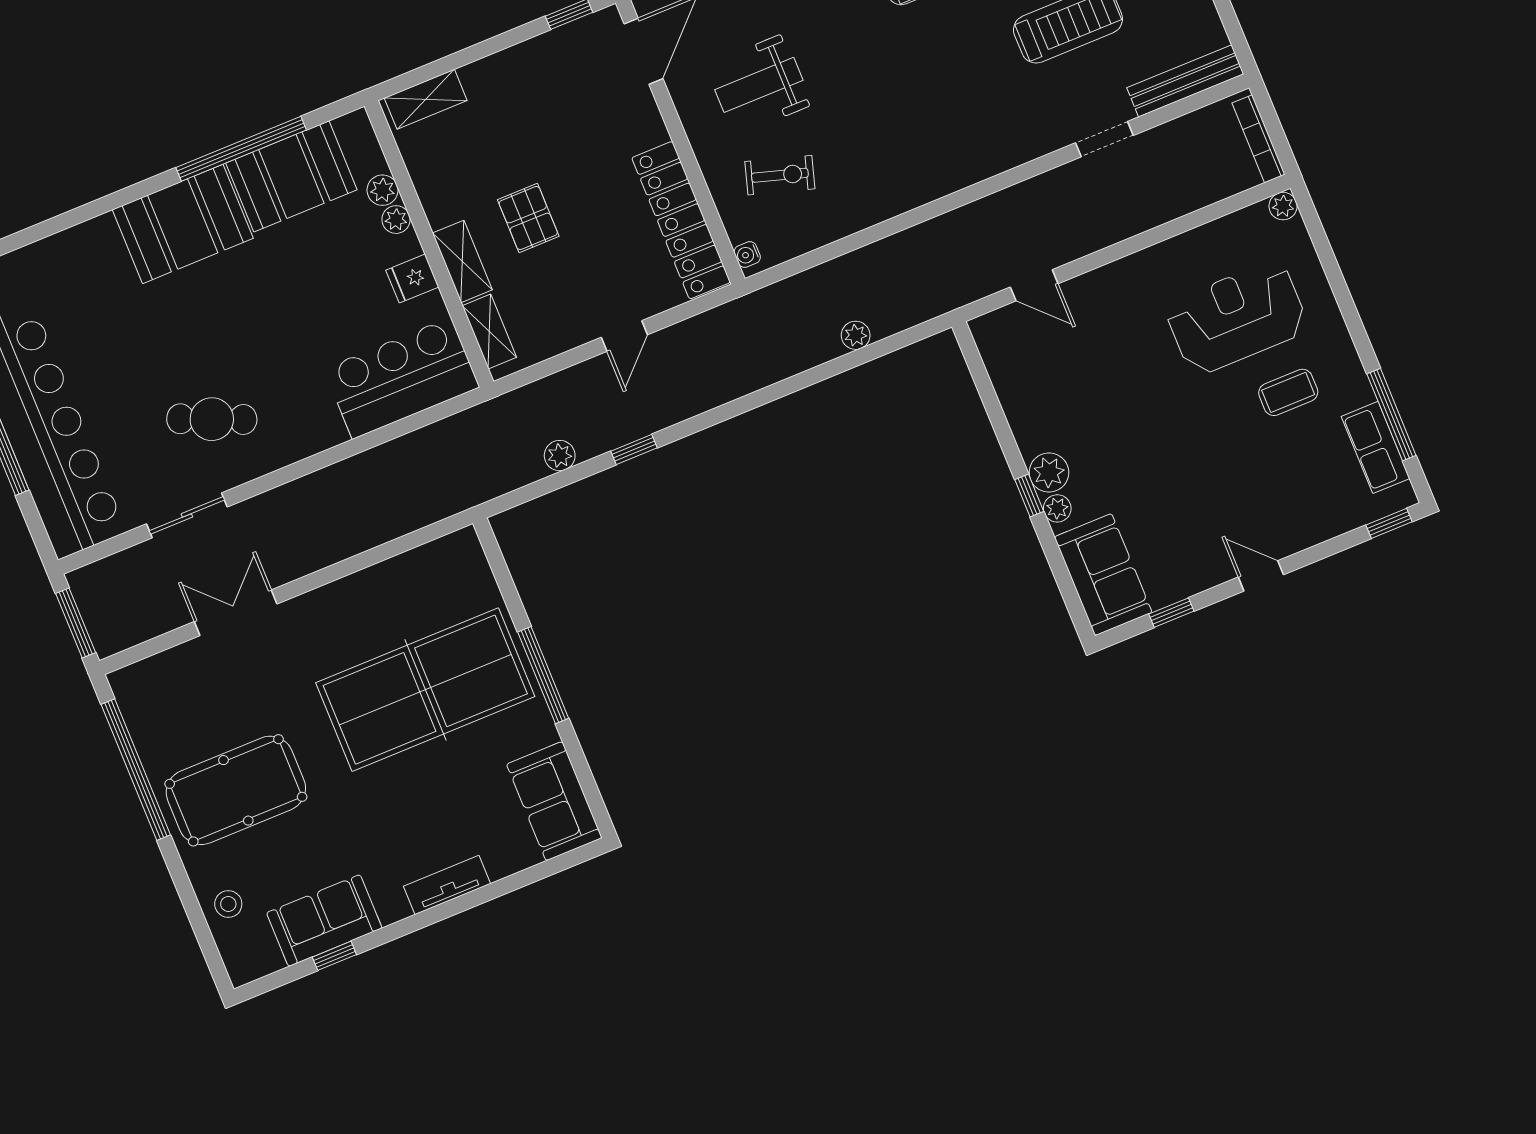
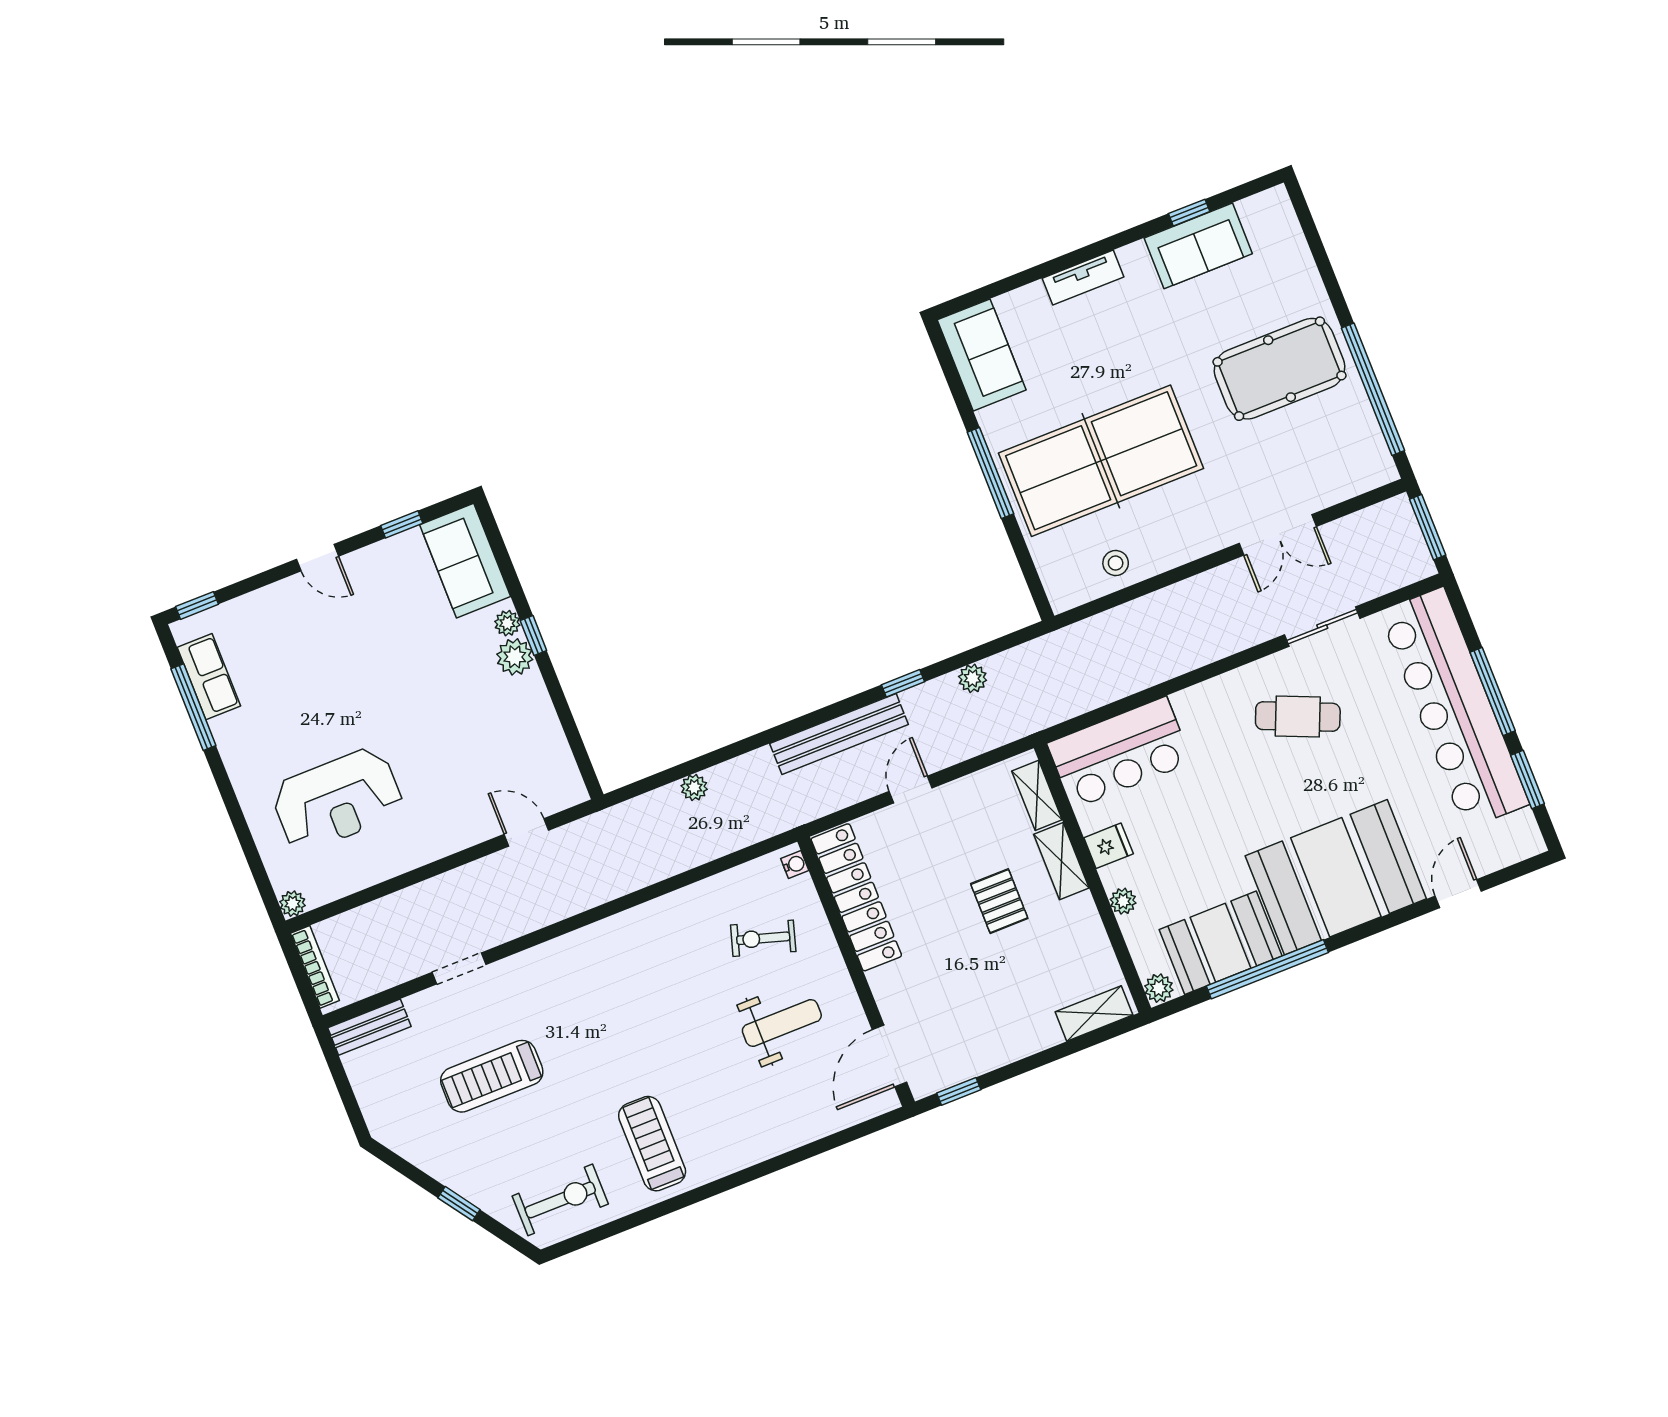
bench: (1185, 81) -> (369, 1027), width x0.73
plant: (383, 190) -> (1159, 988), moved
booth: (183, 224) -> (1336, 877), width x1.36, depth x1.42
door: (38, 232) -> (1458, 894), added
coffee table: (1288, 392) -> (290, 729), removed
bench: (702, 394) -> (839, 734), added
stool: (228, 904) -> (1116, 563), moved

